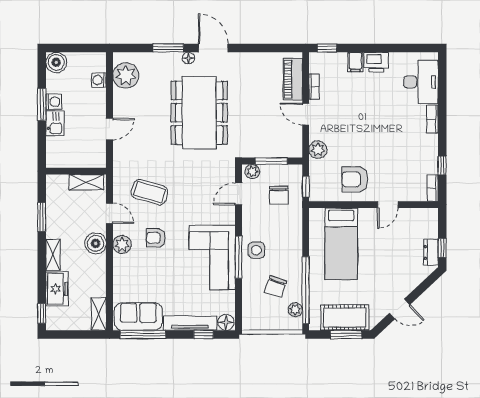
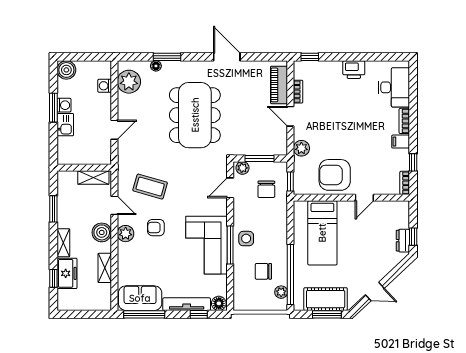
door: (213, 48) -> (227, 57), moved
floor lamp: (189, 58) -> (156, 66), moved
filing cabinet: (355, 62) -> (401, 142), moved, turned 90
armchair: (355, 179) -> (335, 175), width x1.36, depth x1.36
chair: (276, 287) -> (263, 271), turned 71
window: (42, 313) -> (53, 278), moved
shelving: (99, 314) -> (105, 268), moved

